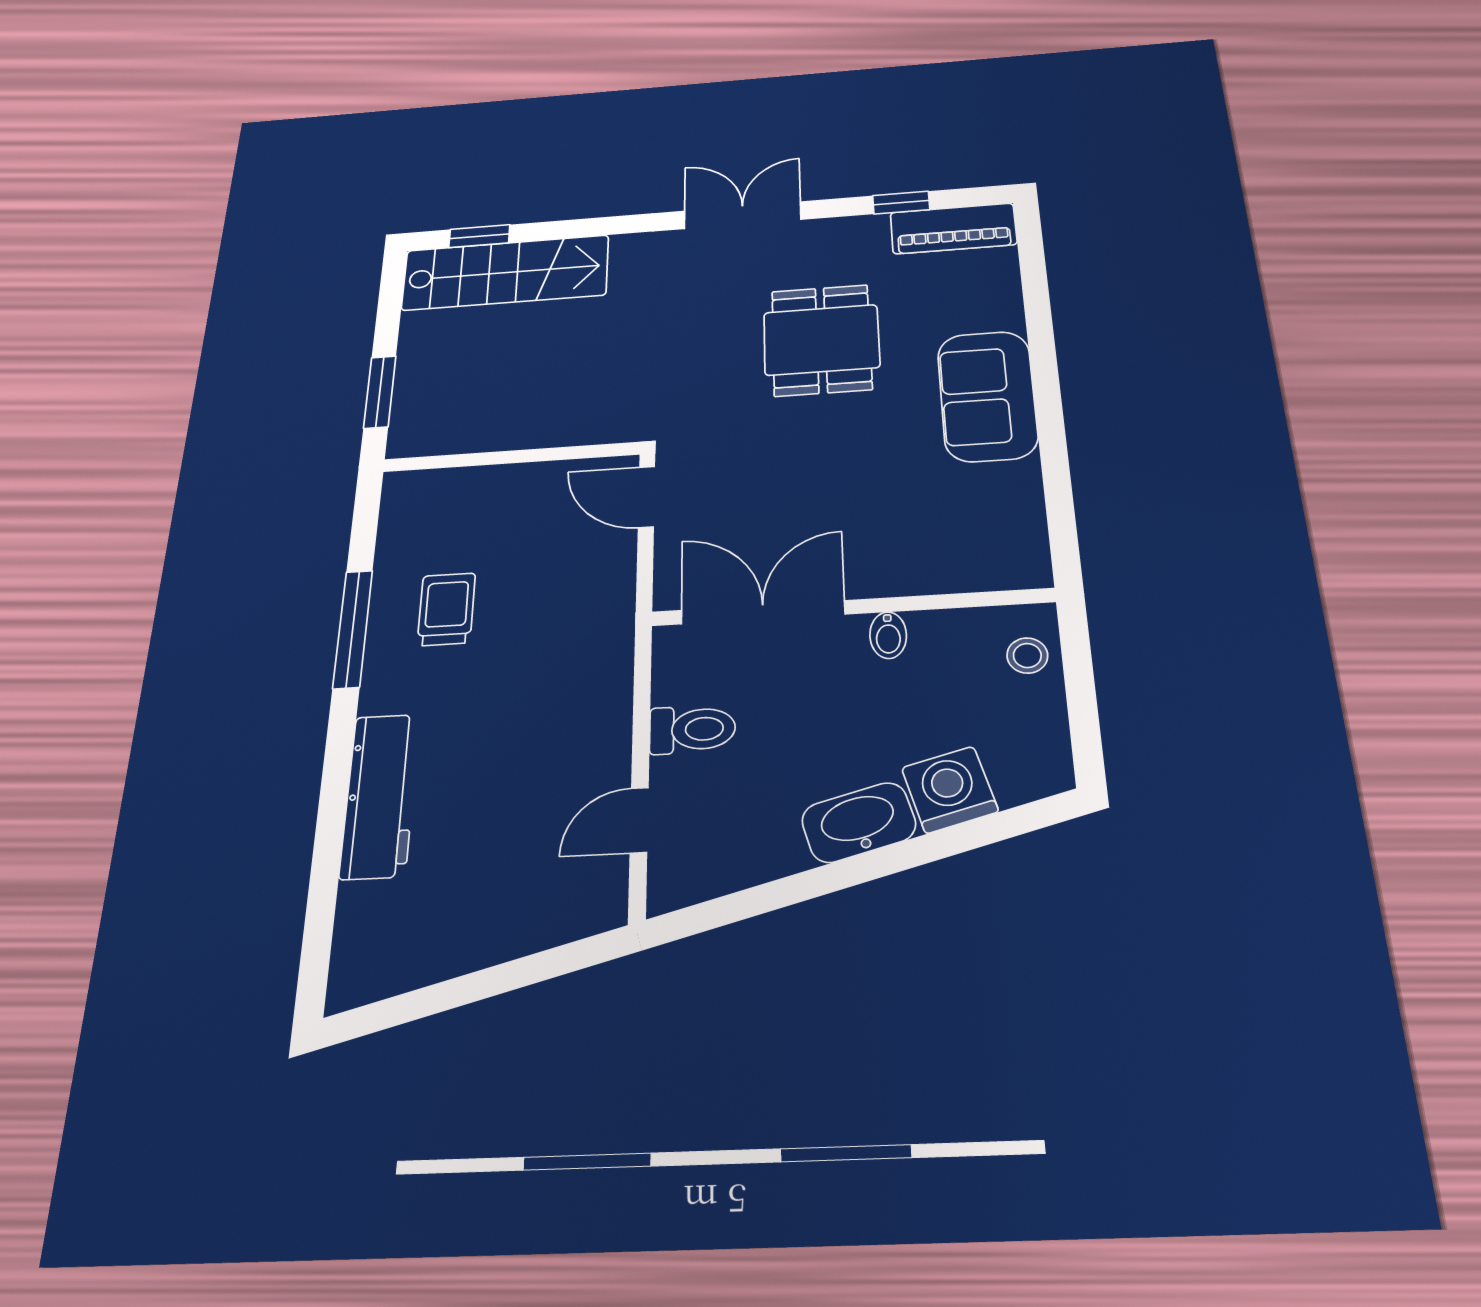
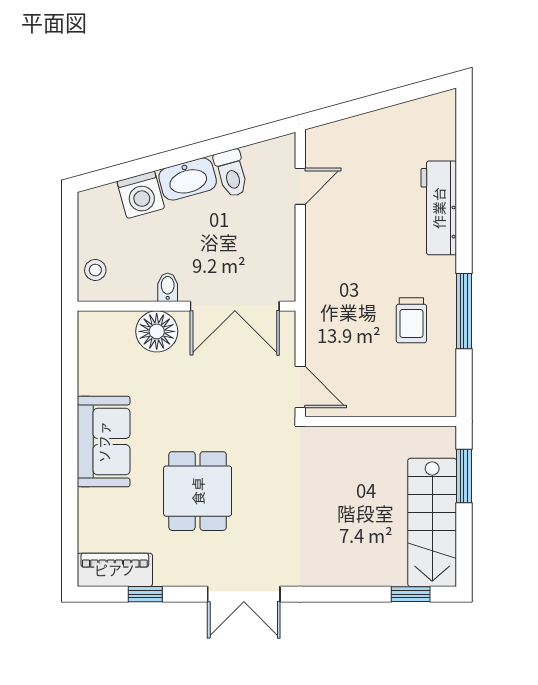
stairs: (505, 273) -> (432, 522), moved, turned -90
floor lamp: (904, 564) -> (157, 331), added
toilet: (692, 729) -> (231, 173), moved, turned -105

